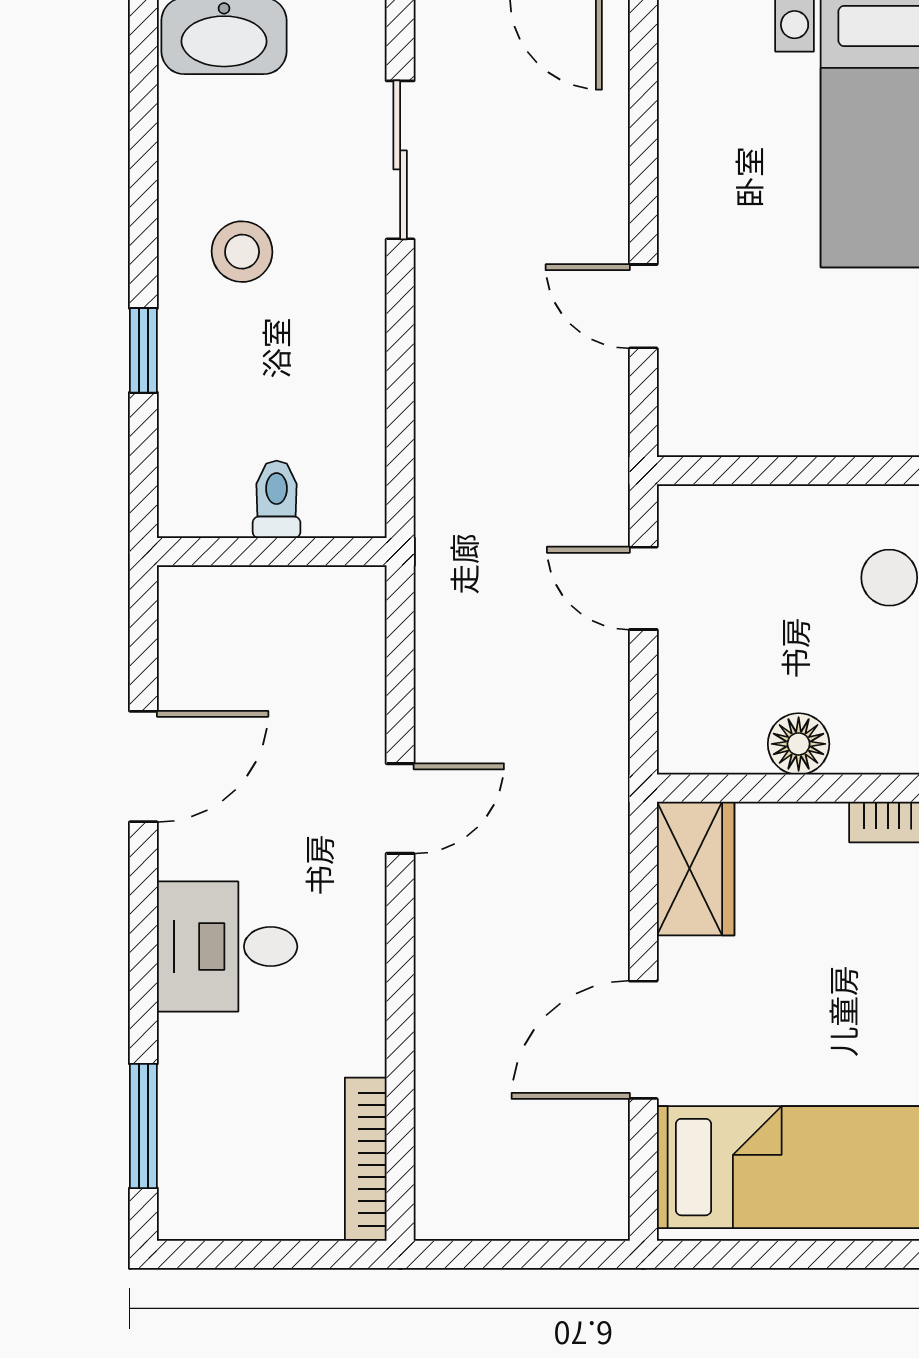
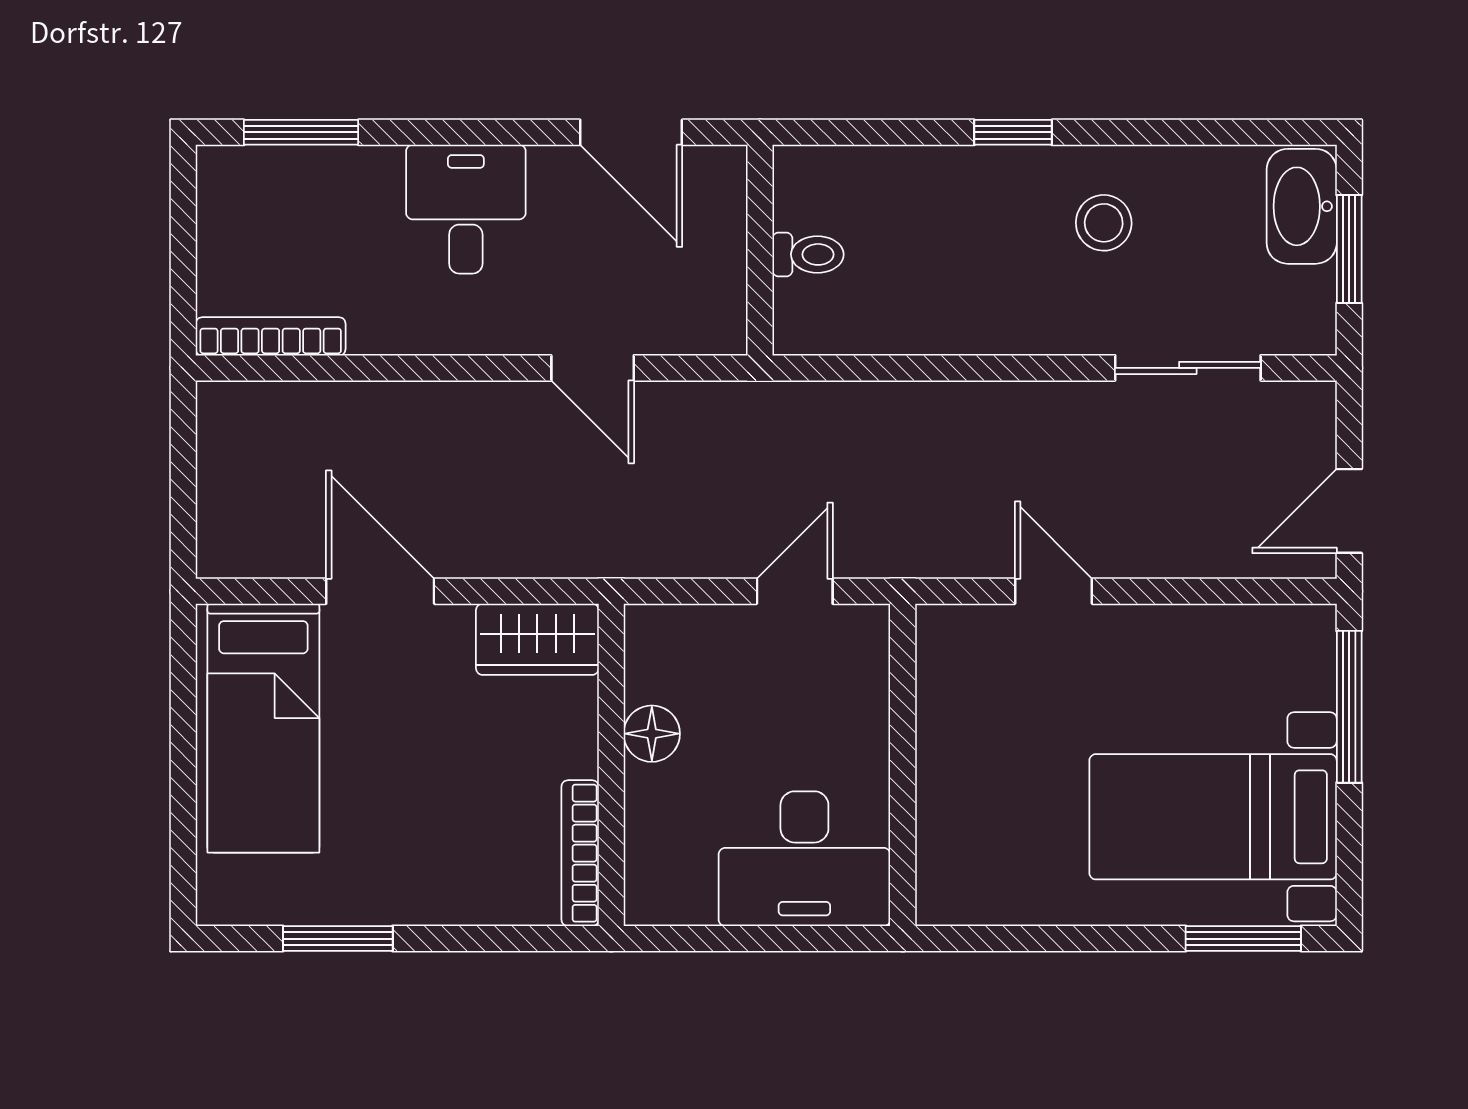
door: (643, 306) -> (1053, 591), hinge flipped
toilet: (277, 499) -> (808, 254), moved
wall: (272, 552) -> (760, 250), moved

